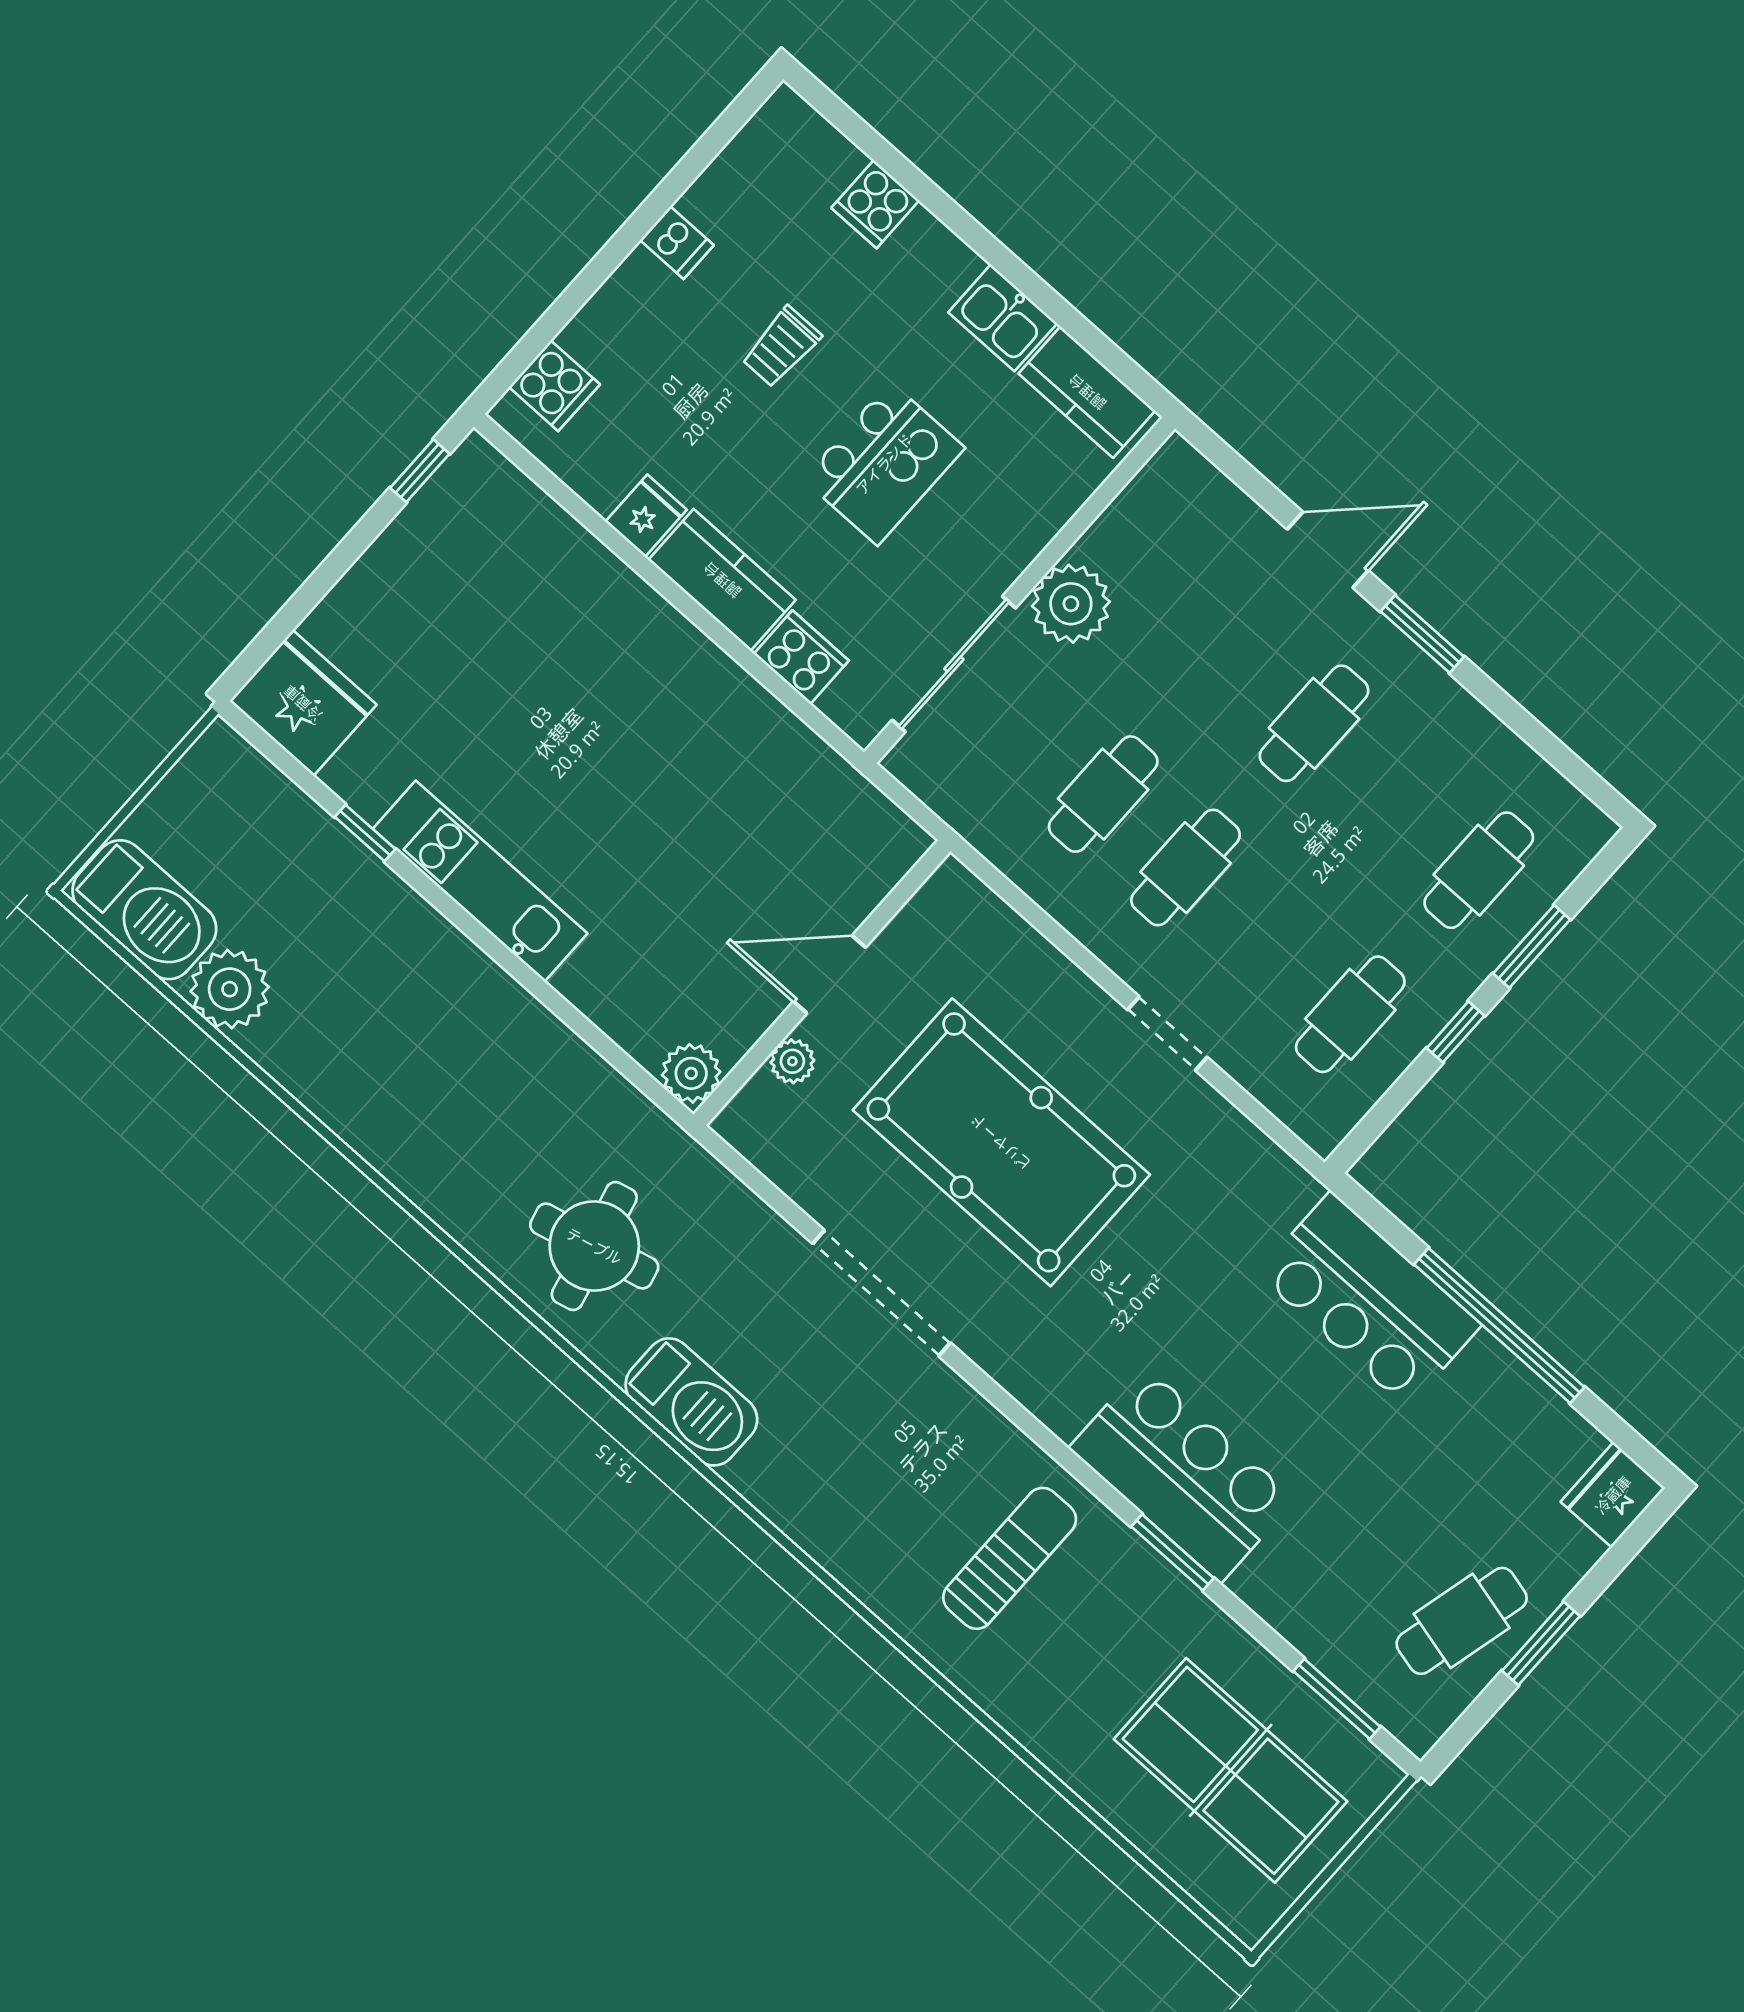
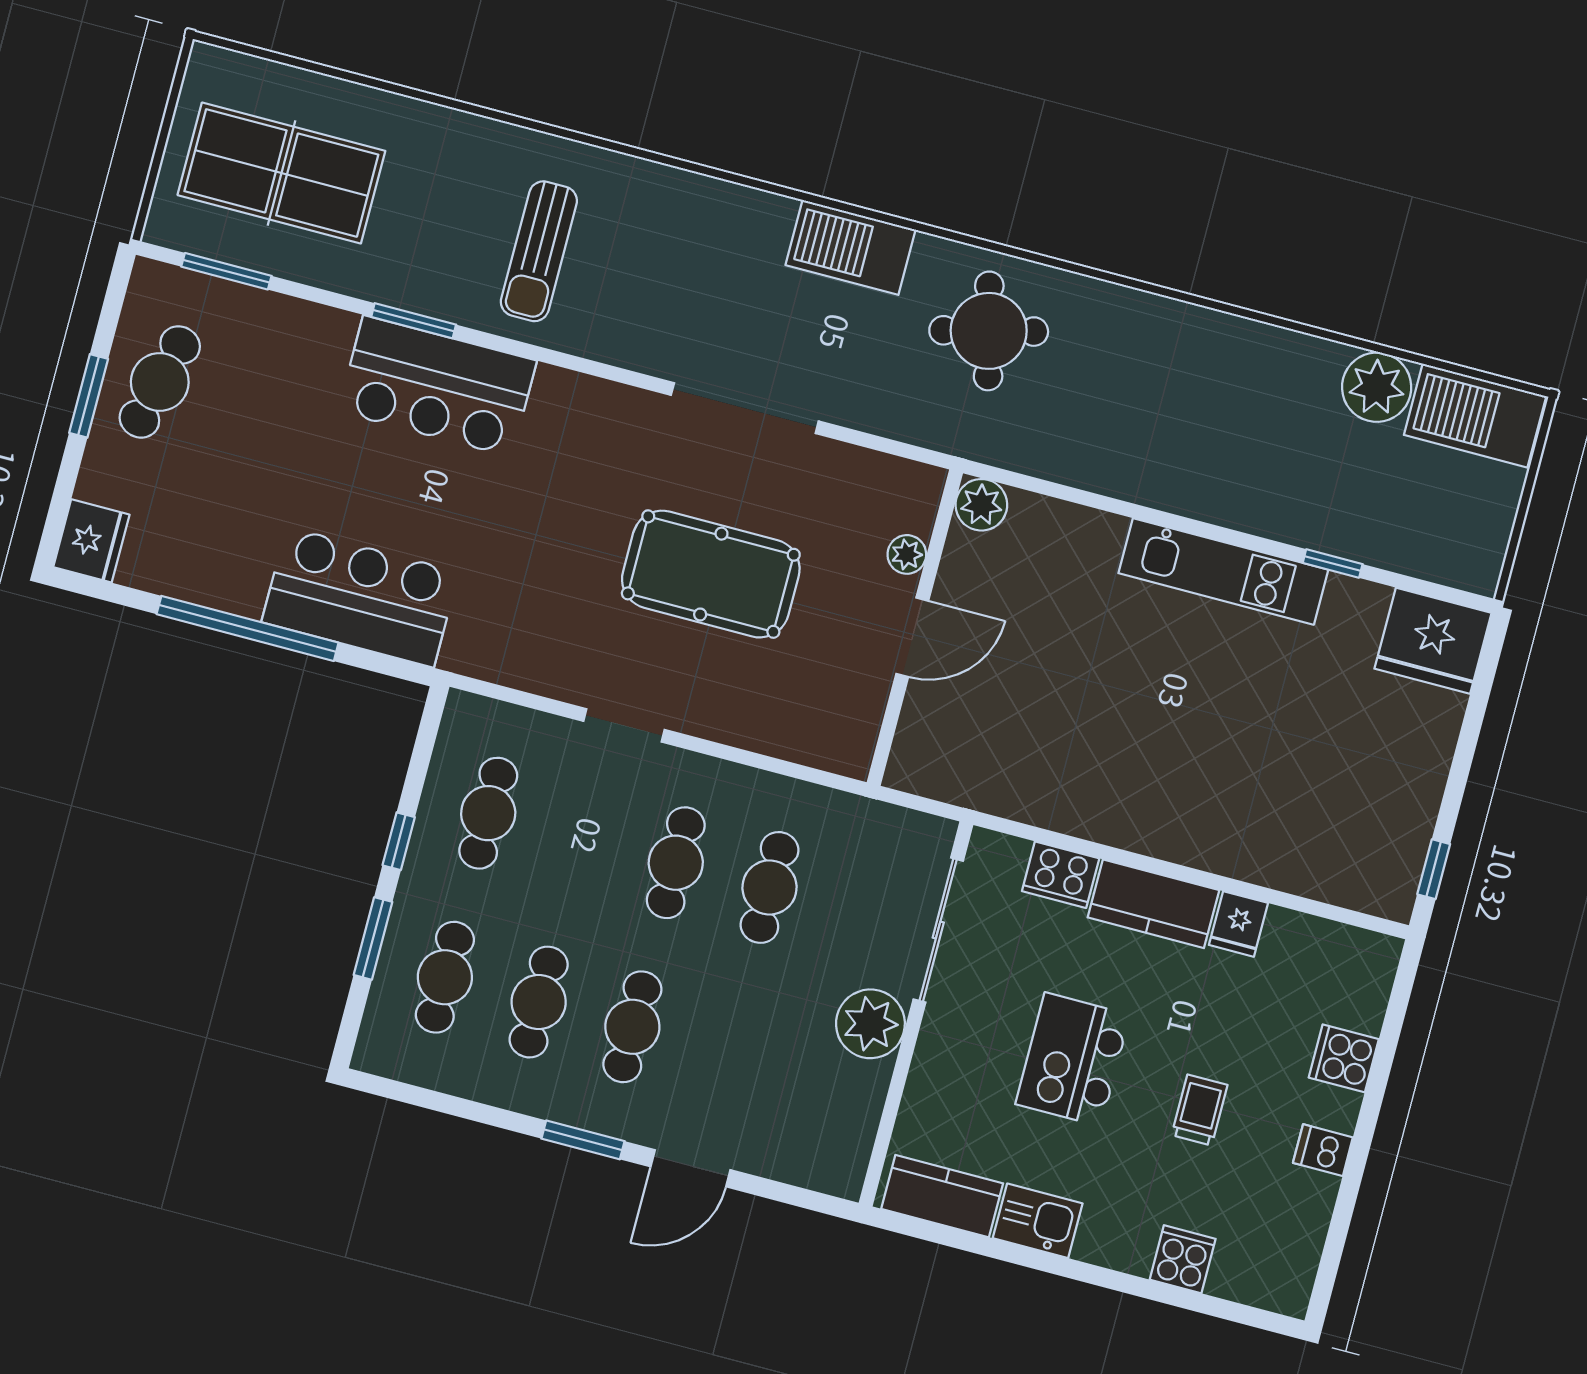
cooker: (554, 386) -> (1344, 1058), moved
cafe table: (1396, 797) -> (539, 1002), added
pool table: (1001, 1142) -> (711, 574), width x0.73, depth x0.76

